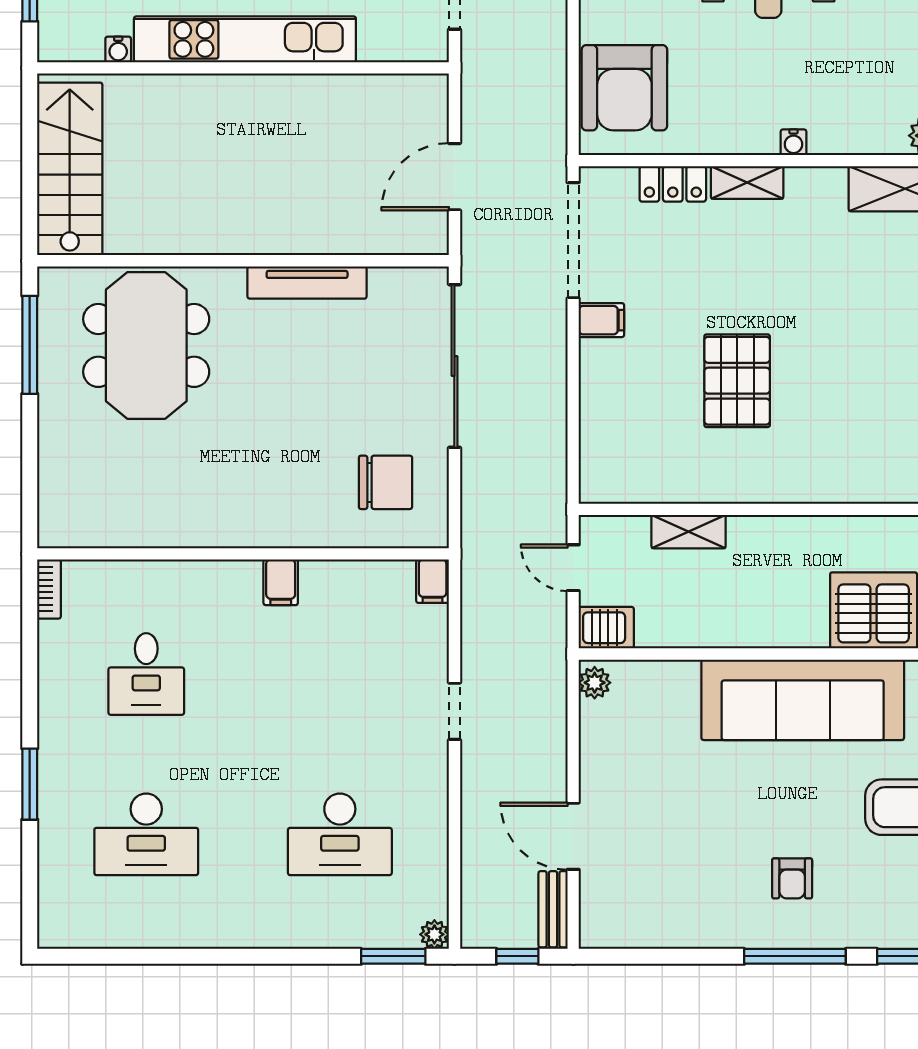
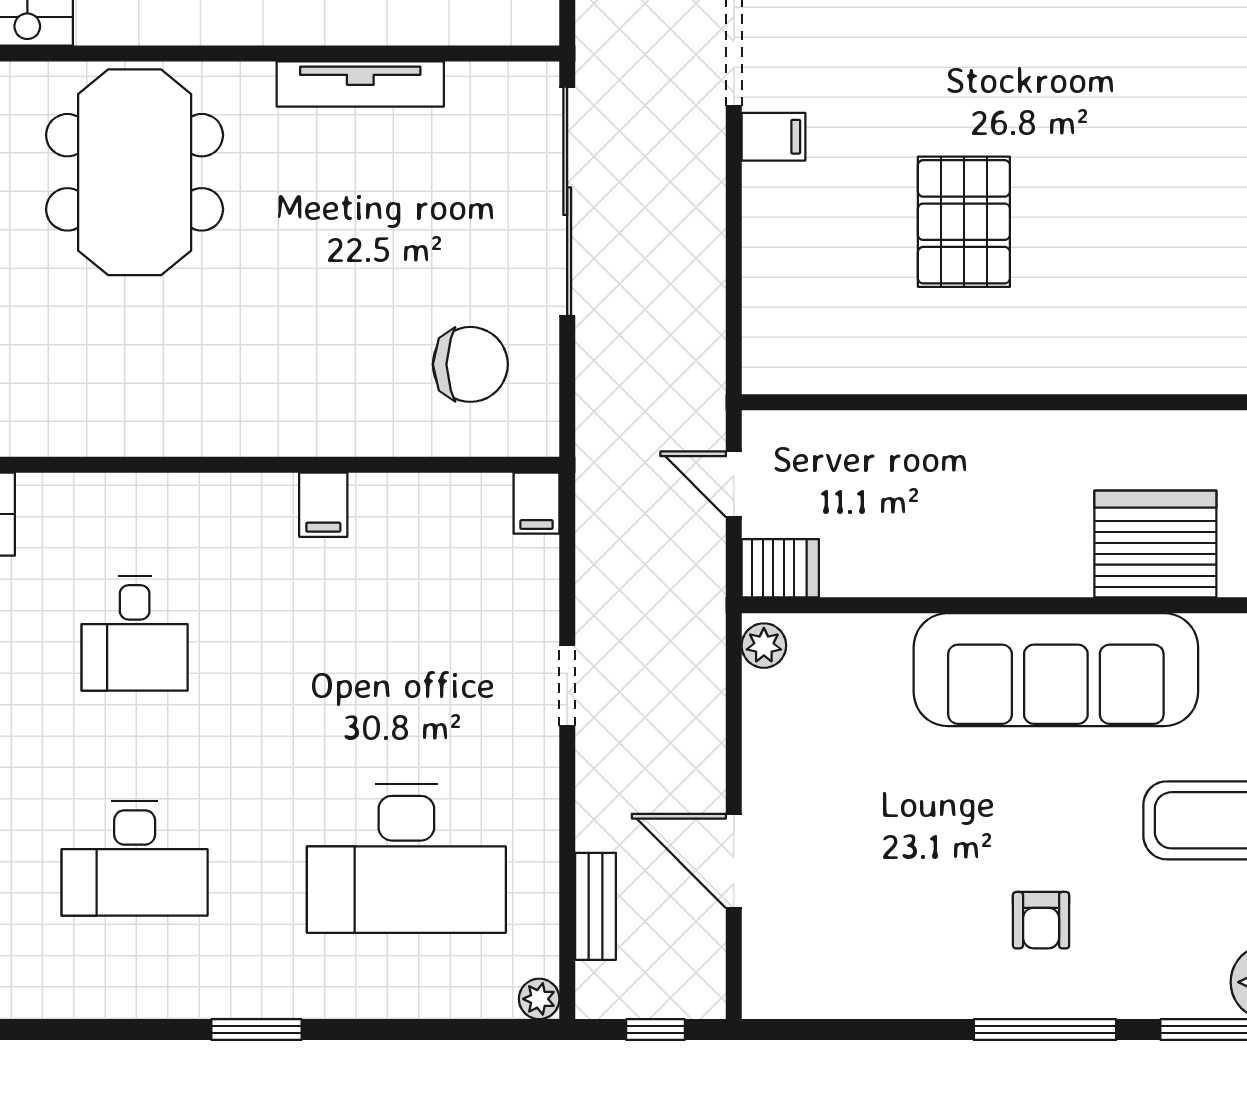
shelving: (689, 532) -> (896, 434), removed
desk: (340, 834) -> (406, 858), width x1.36, depth x1.30
bench: (553, 909) -> (595, 906), moved
window: (393, 956) -> (256, 1030), moved

